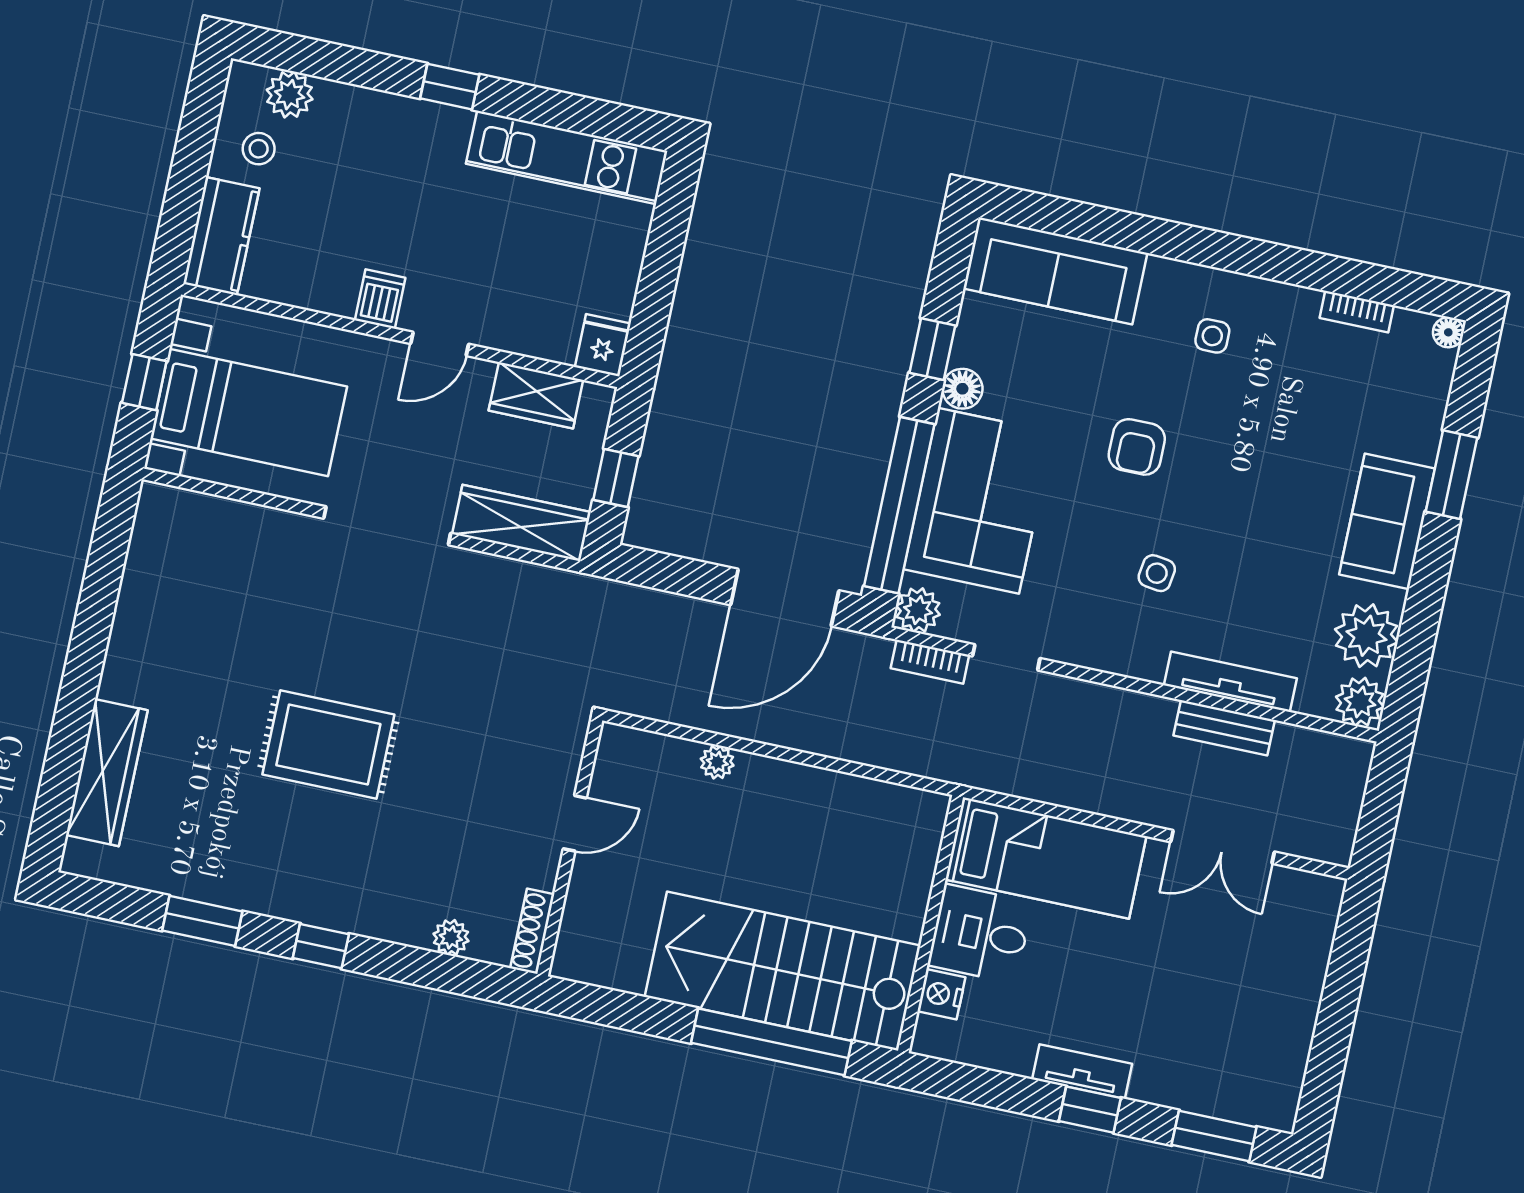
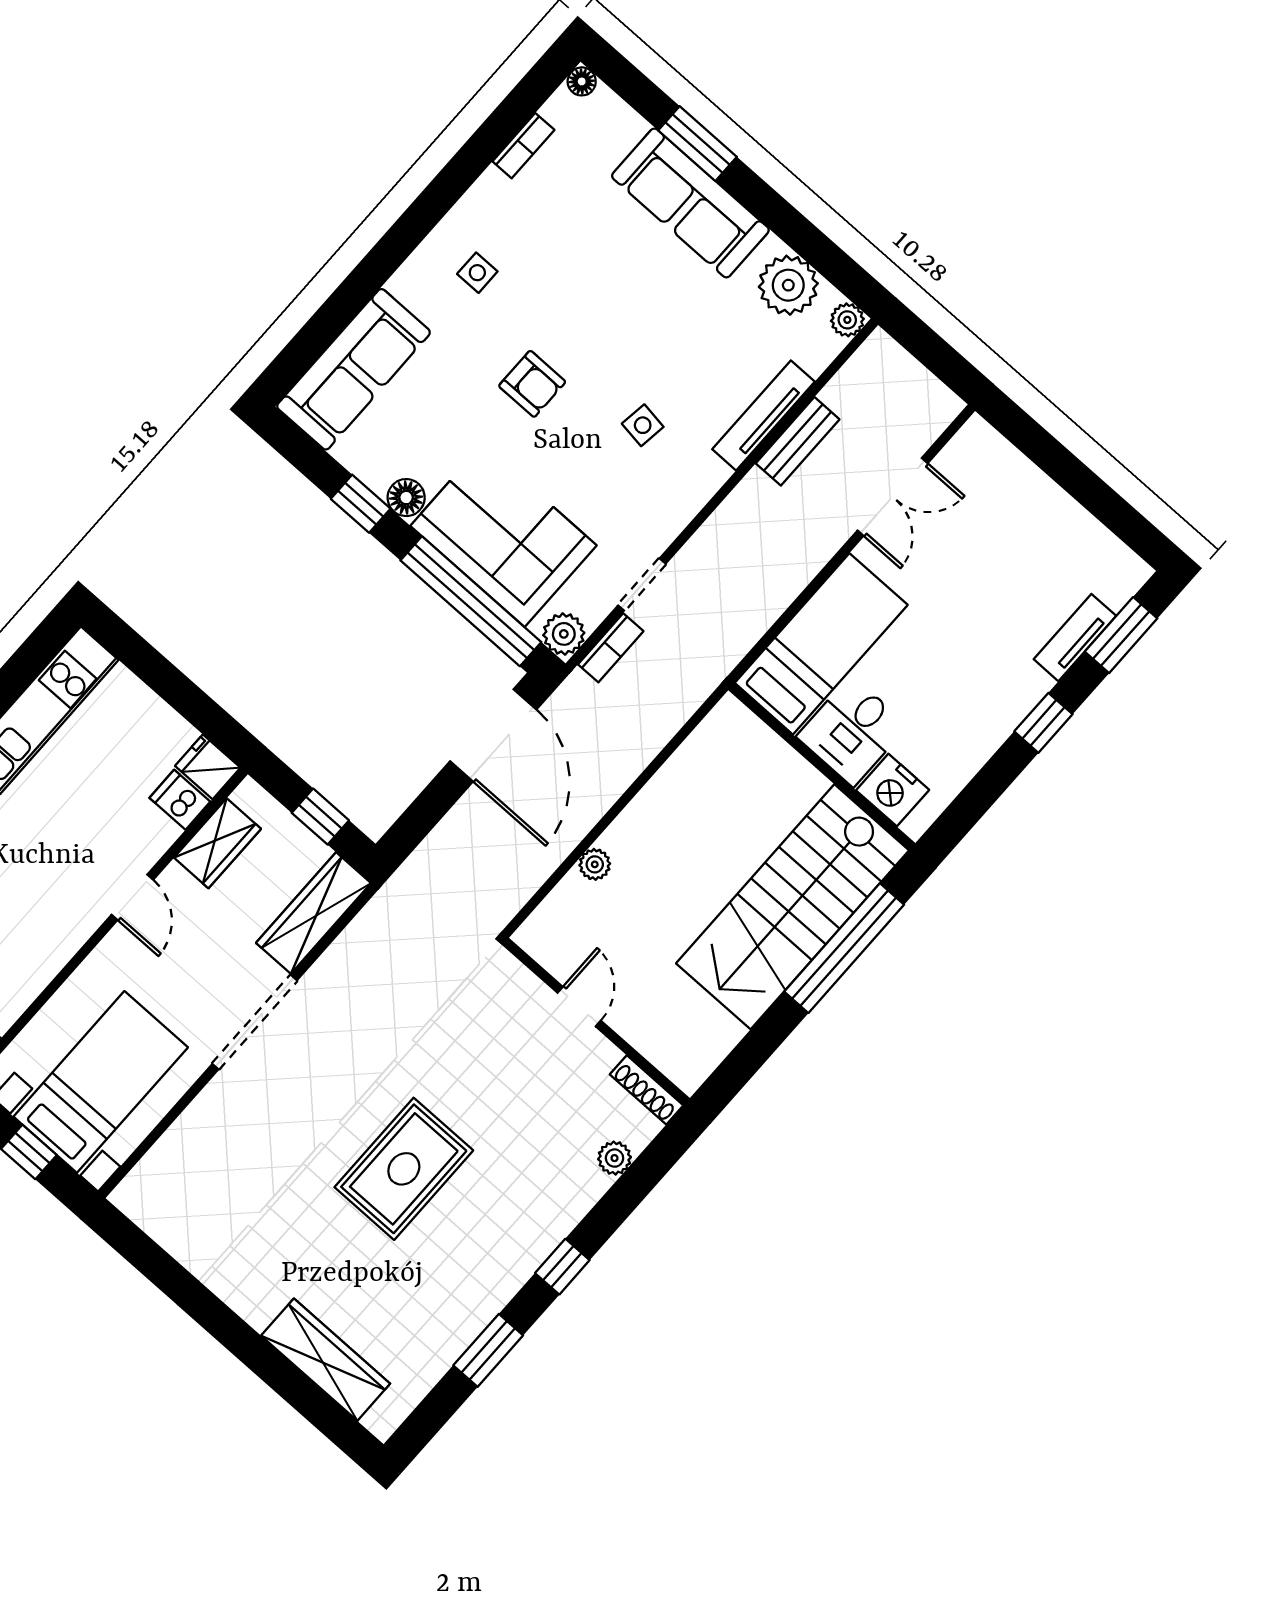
dishwasher: (380, 299) -> (180, 800), moved
sofa: (1387, 521) -> (690, 203), width x1.36
plant: (1360, 702) -> (847, 320), width x0.73, depth x0.73
nightstand: (941, 994) -> (893, 790), width x1.36, depth x1.33
tv unit: (1082, 1072) -> (1075, 638), moved

